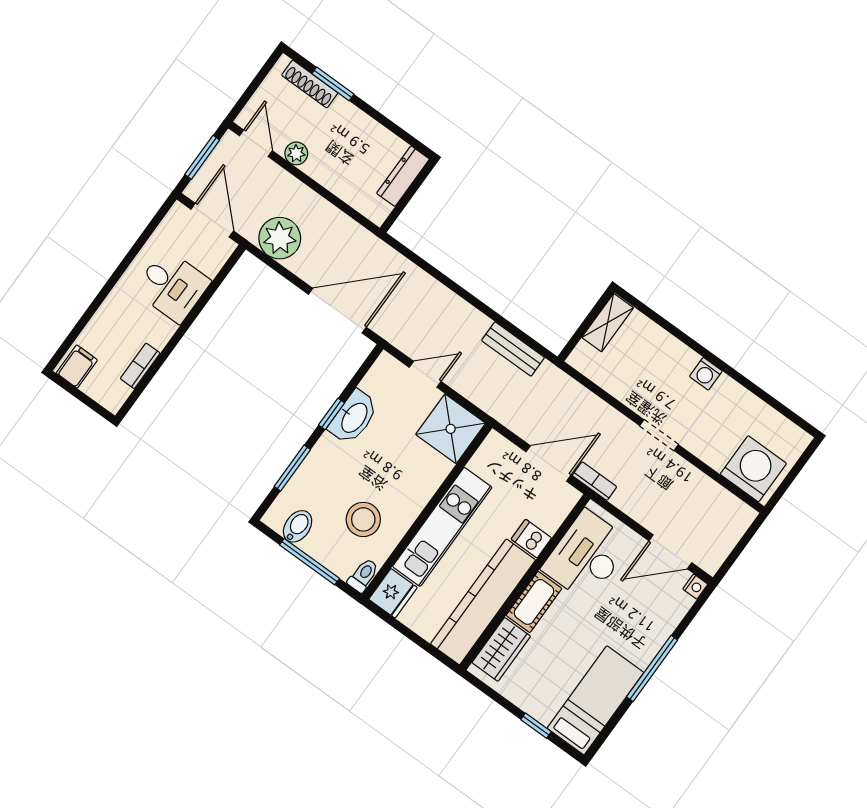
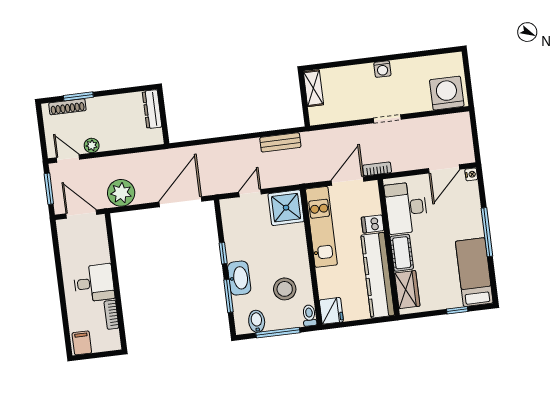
desk: (172, 286) -> (94, 283), moved
washbasin: (354, 417) -> (239, 278), moved
kitchen unit: (442, 527) -> (321, 227), moved

